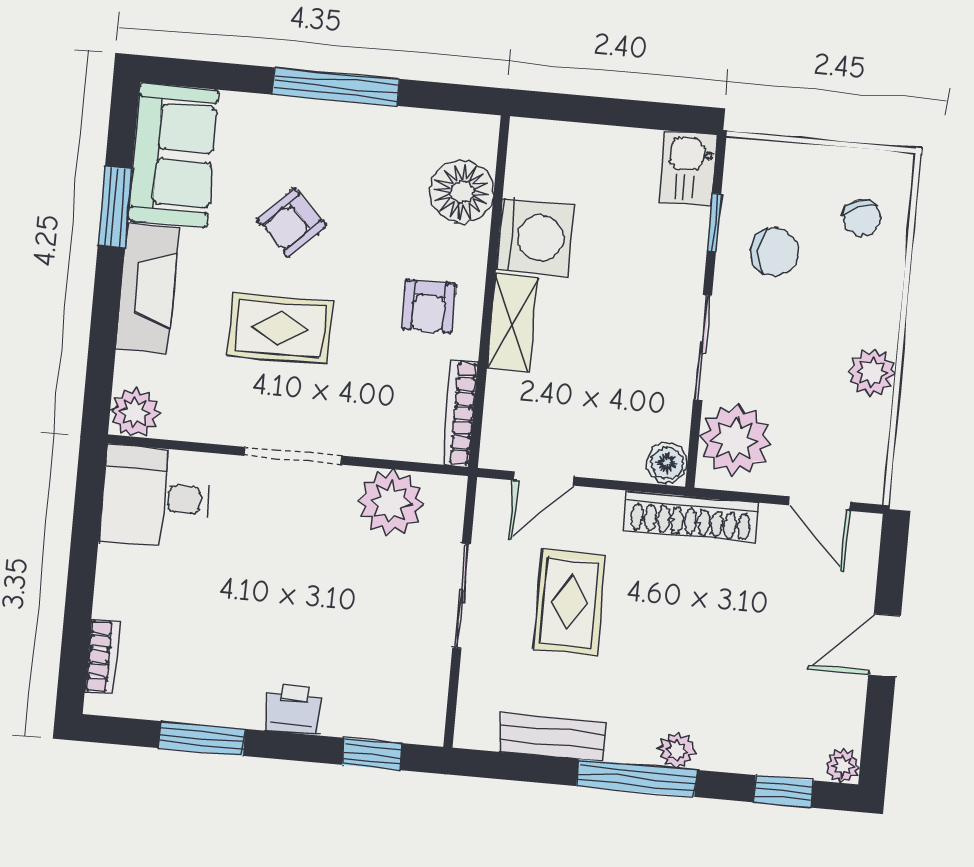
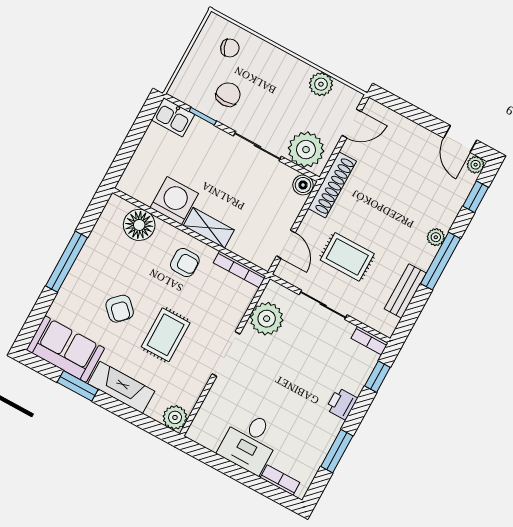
plant: (872, 372) -> (321, 84), moved
desk: (155, 497) -> (250, 442), moved
door: (885, 645) -> (460, 139), moved
bookcase: (433, 711) -> (370, 341), added

